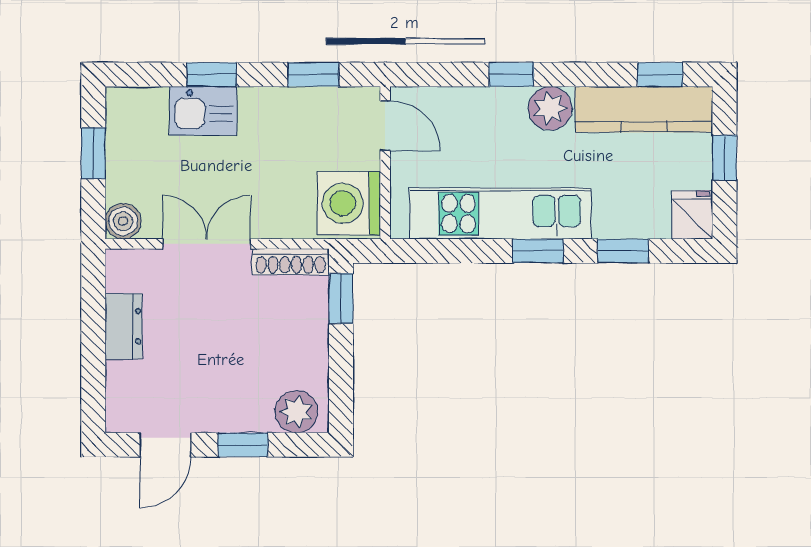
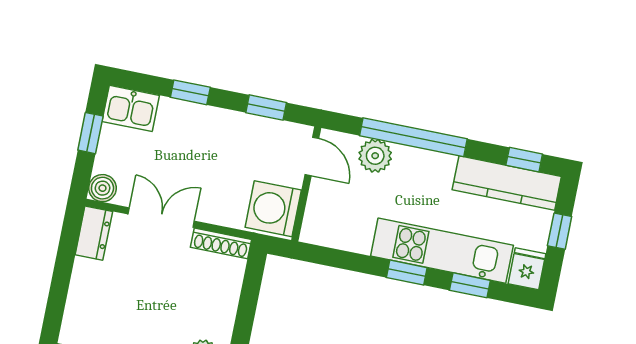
window: (511, 75) -> (413, 137), width x3.17
plant: (550, 108) -> (375, 156), moved
kitchen sink: (203, 111) -> (131, 108), moved
kitchen unit: (500, 214) -> (442, 251), moved
window: (341, 299) -> (253, 278), removed
dresser: (124, 326) -> (94, 233), moved

